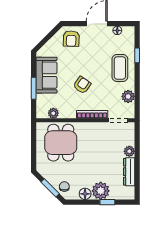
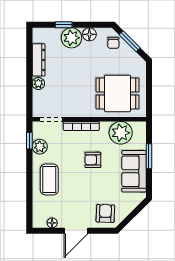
window: (137, 55) -> (29, 141), moved
armchair: (82, 85) -> (93, 160), turned 55
plant: (53, 113) -> (121, 133), width x1.88, depth x1.88
dining table: (61, 143) -> (117, 93), turned 90

